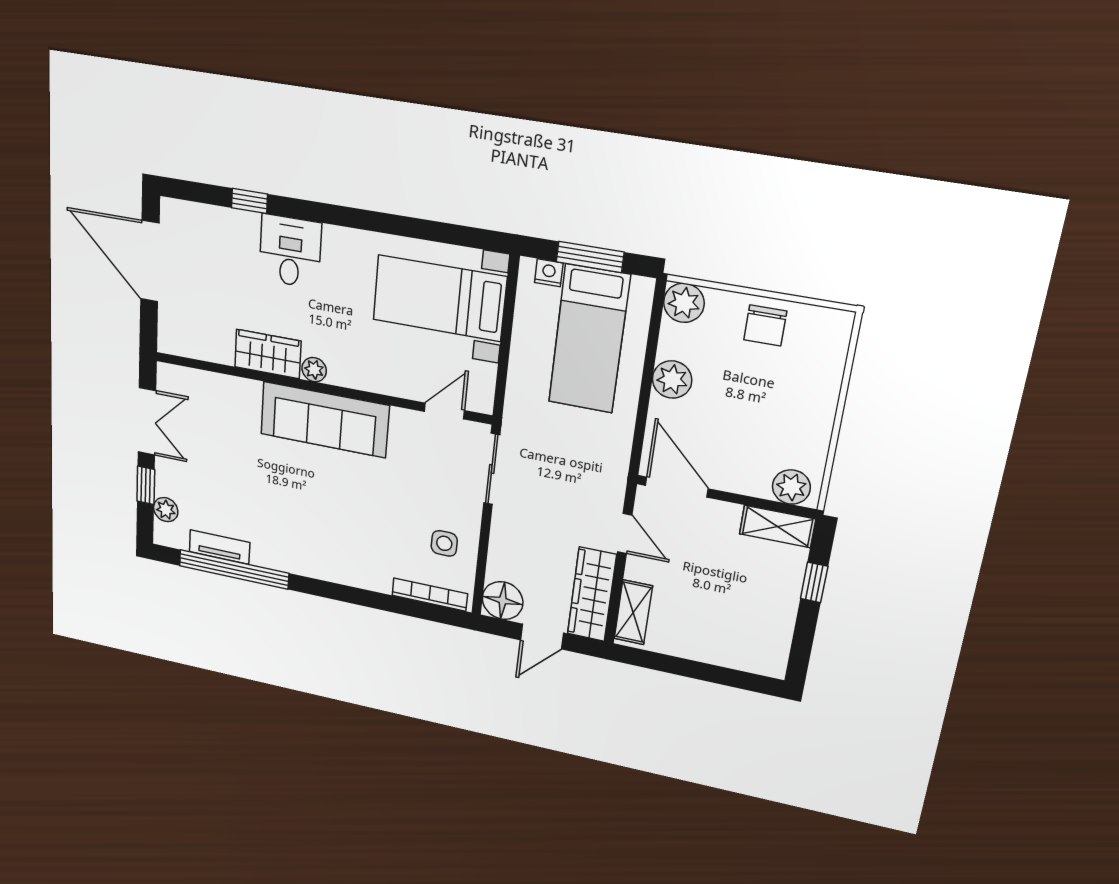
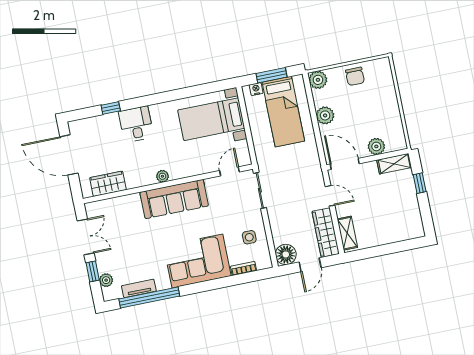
wardrobe: (268, 354) -> (108, 184), moved
plant: (791, 487) -> (376, 146), moved
corner sofa: (336, 544) -> (197, 261), added
bookcase: (430, 595) -> (244, 268), width x0.64

